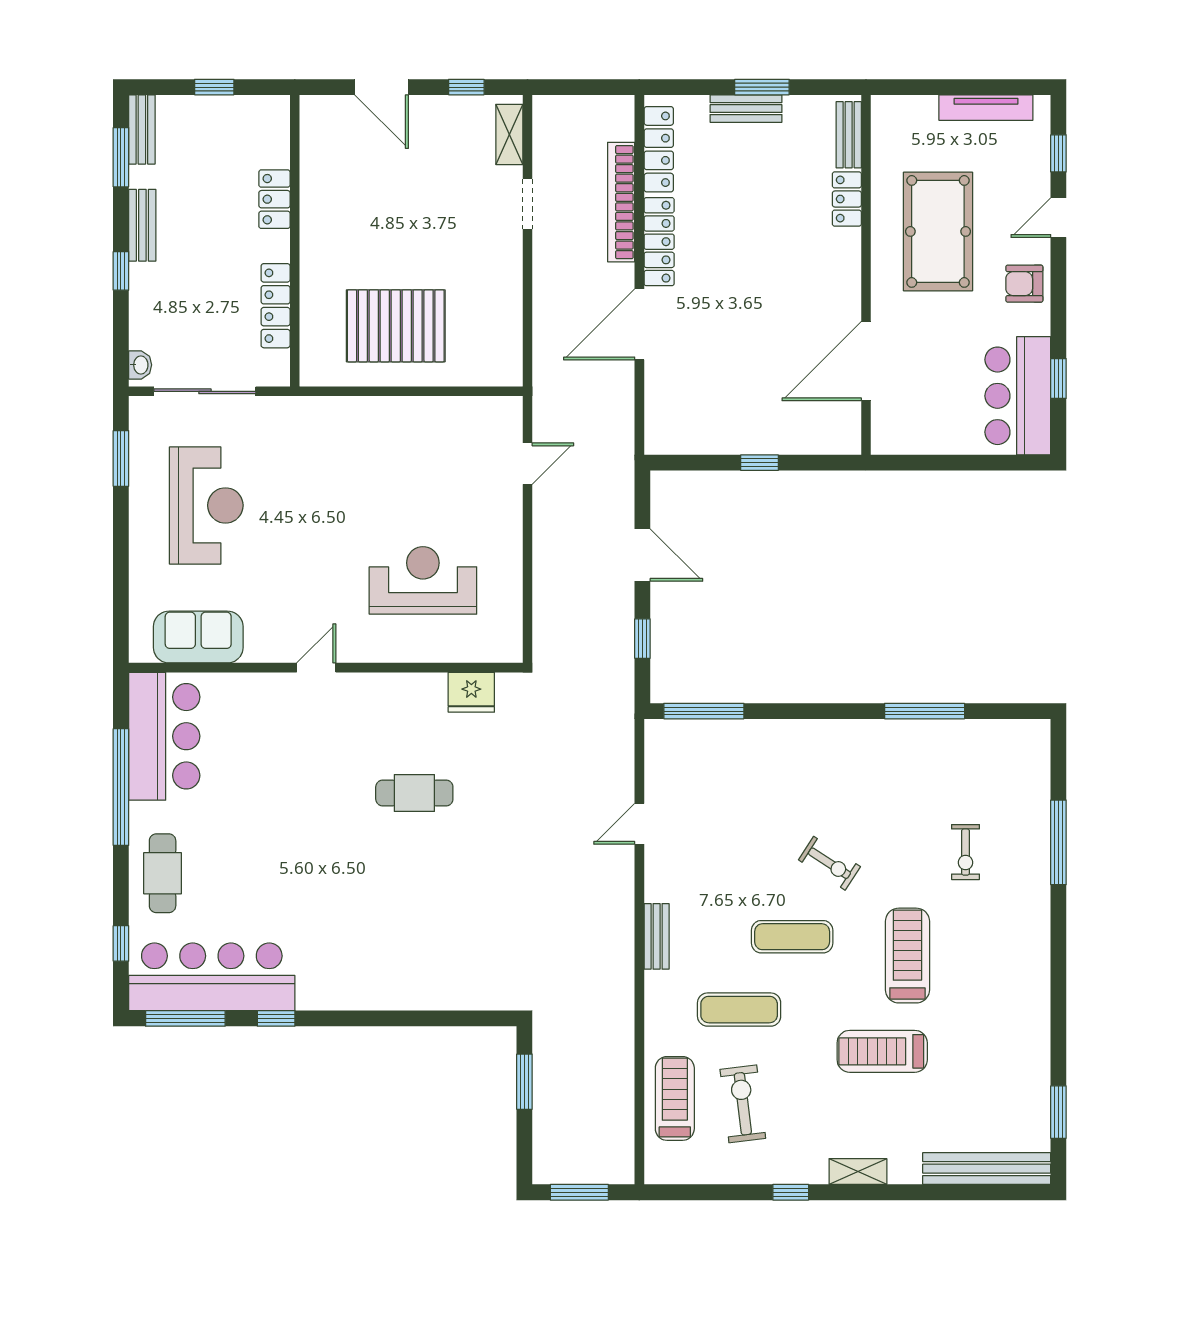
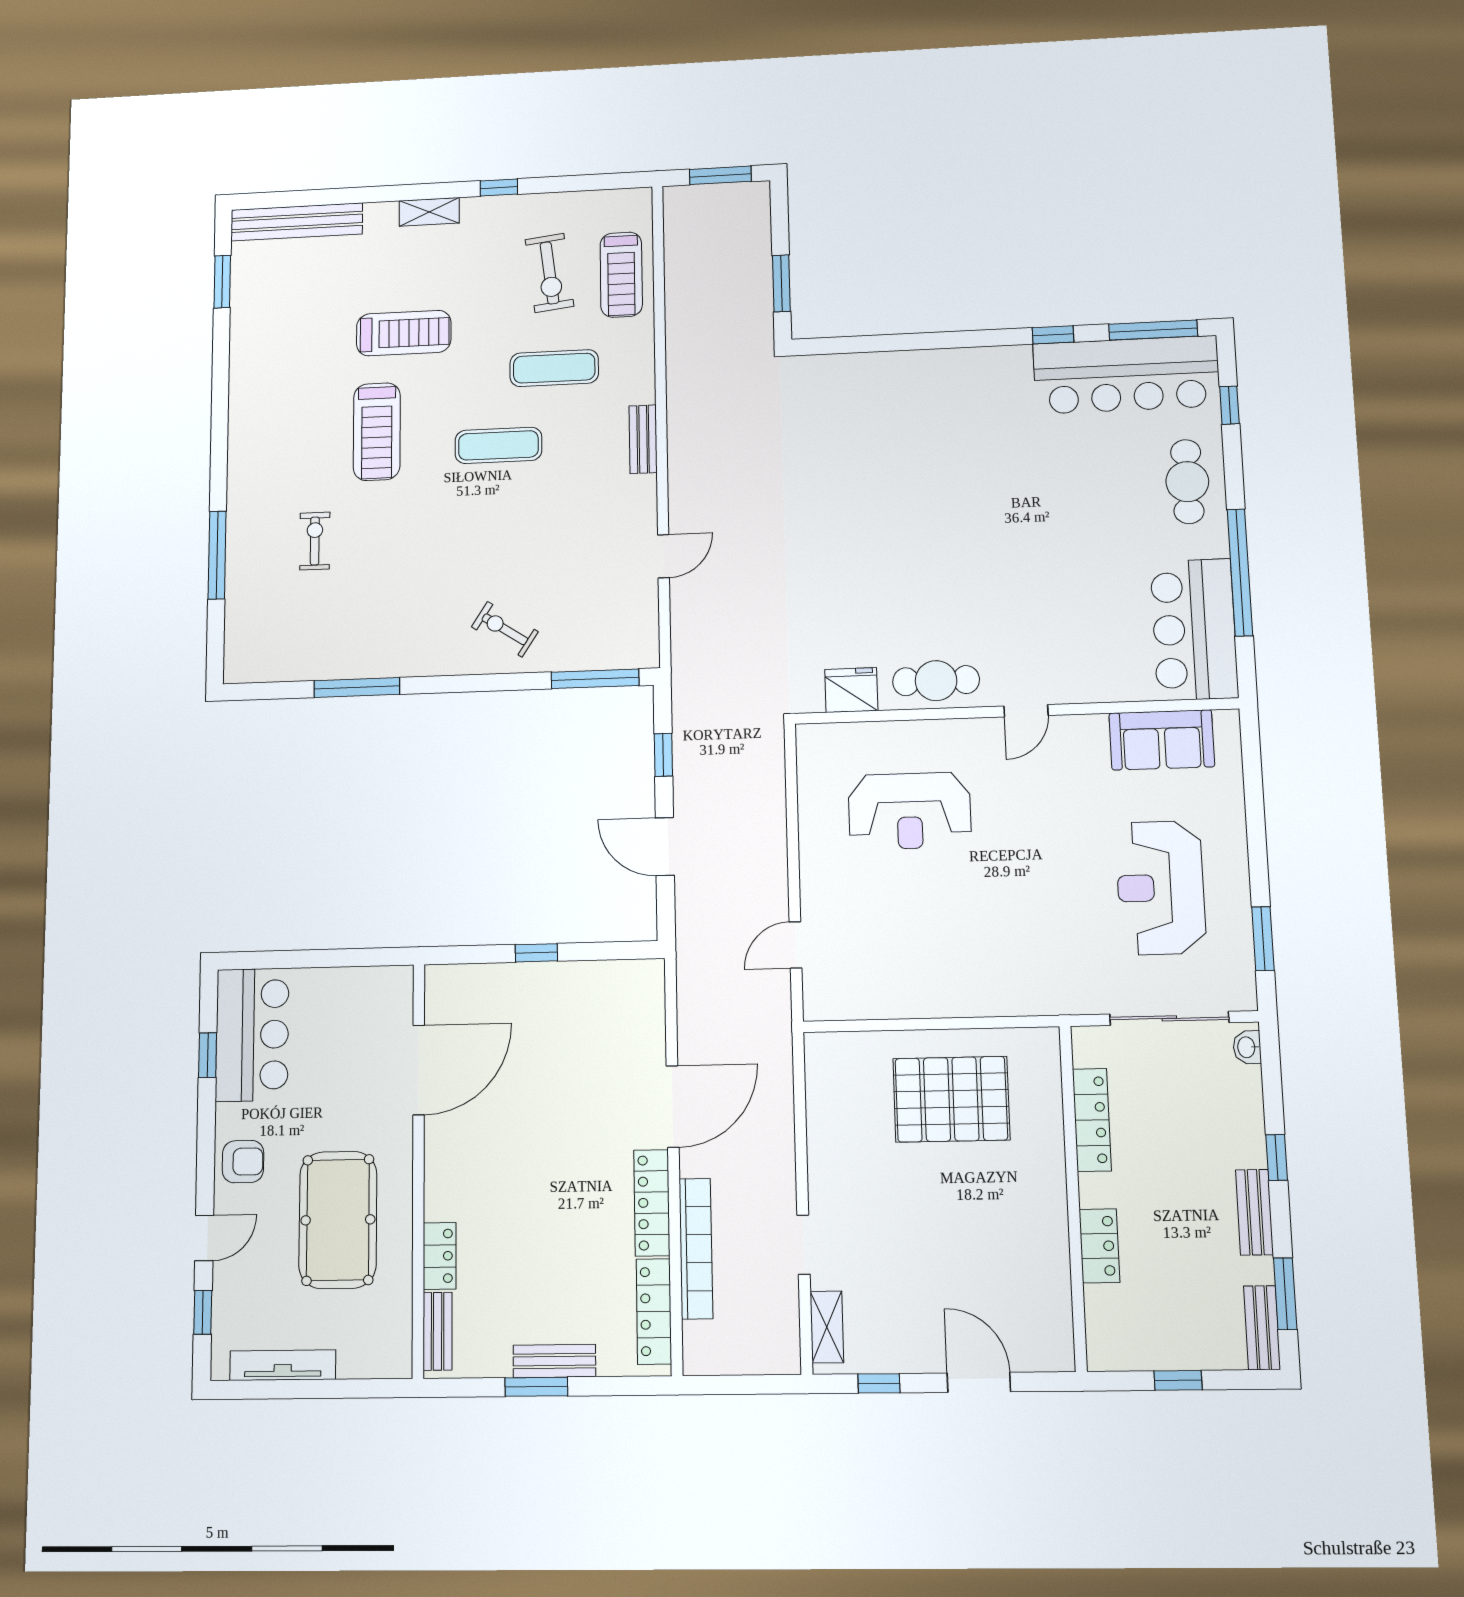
cafe table: (414, 793) -> (936, 681), moved
exercise bike: (829, 863) -> (505, 629), moved

